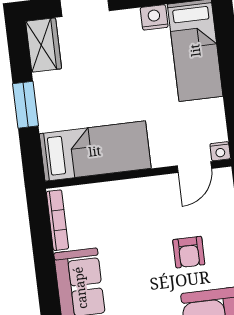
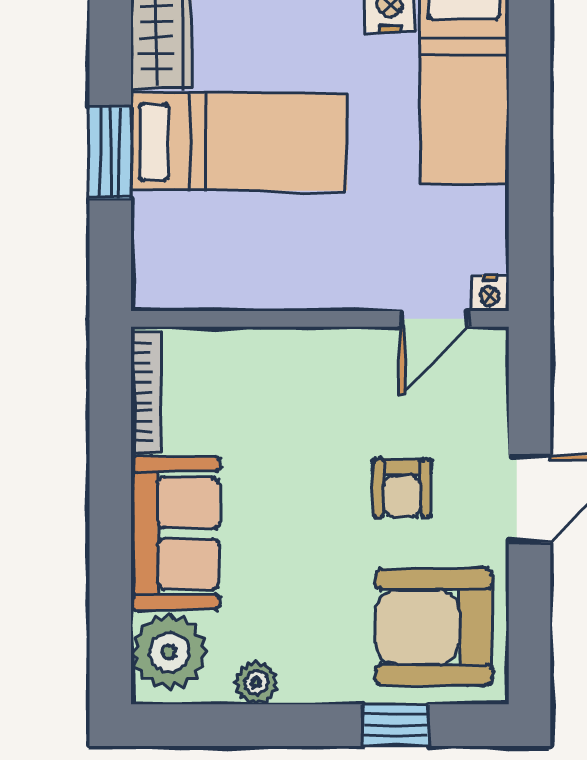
bed: (95, 151) -> (239, 142), moved

